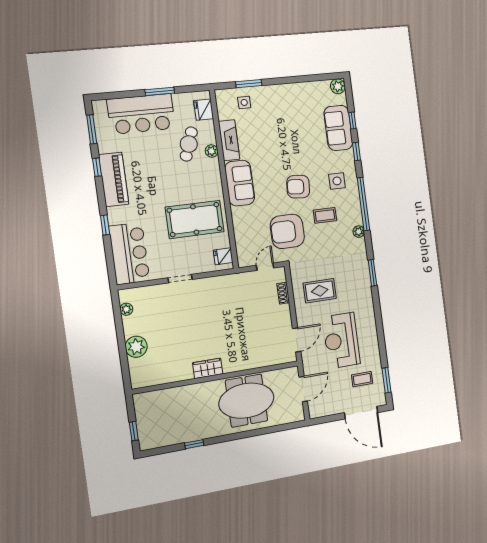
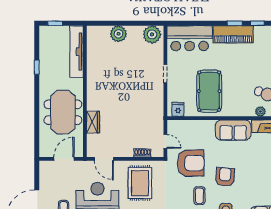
piano: (114, 179) -> (233, 34), moved
window: (105, 225) -> (235, 23), moved
armchair: (287, 231) -> (191, 163), turned 90
rug: (320, 291) -> (140, 183), width x1.36, depth x1.43
plant: (126, 309) -> (152, 34), width x1.88, depth x1.88
wardrobe: (208, 368) -> (93, 122), moved
door: (303, 389) -> (64, 159), swing flipped
tv unit: (167, 397) -> (77, 52), added

